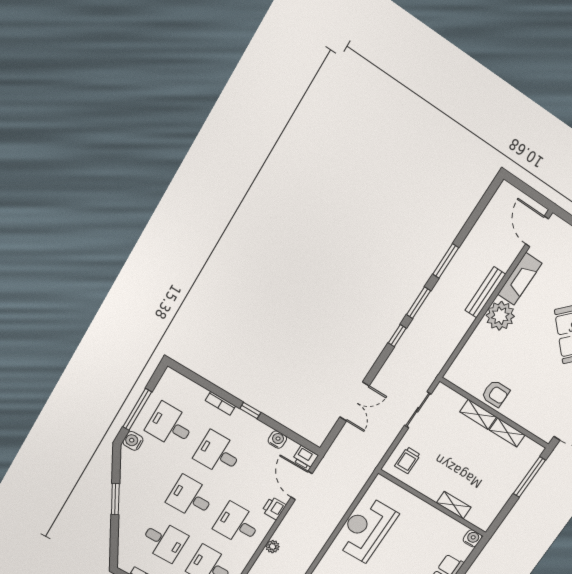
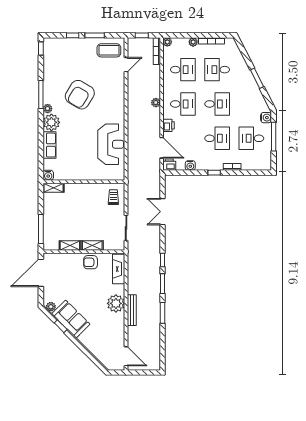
fireplace: (520, 279) -> (119, 269), moved
desk: (170, 425) -> (251, 138), turned 180
shelving: (454, 505) -> (53, 188), moved

